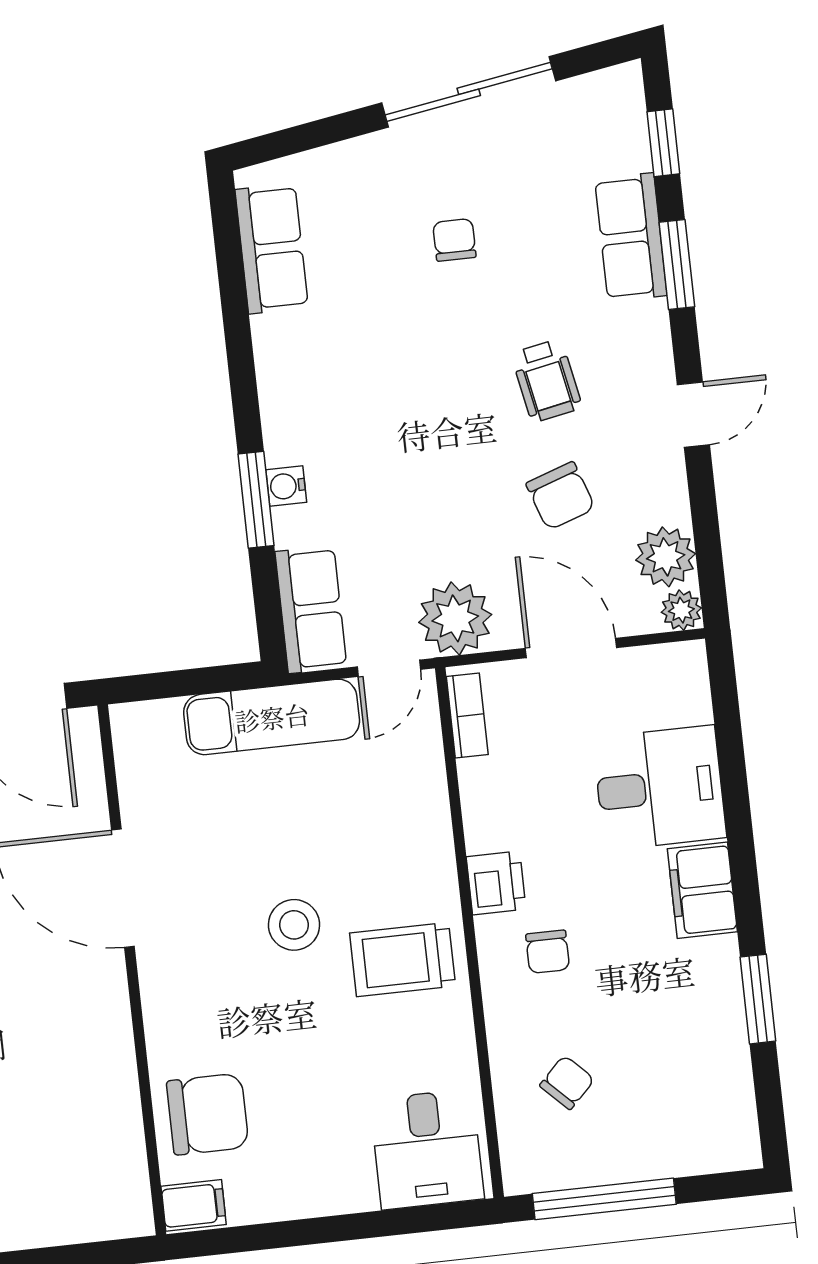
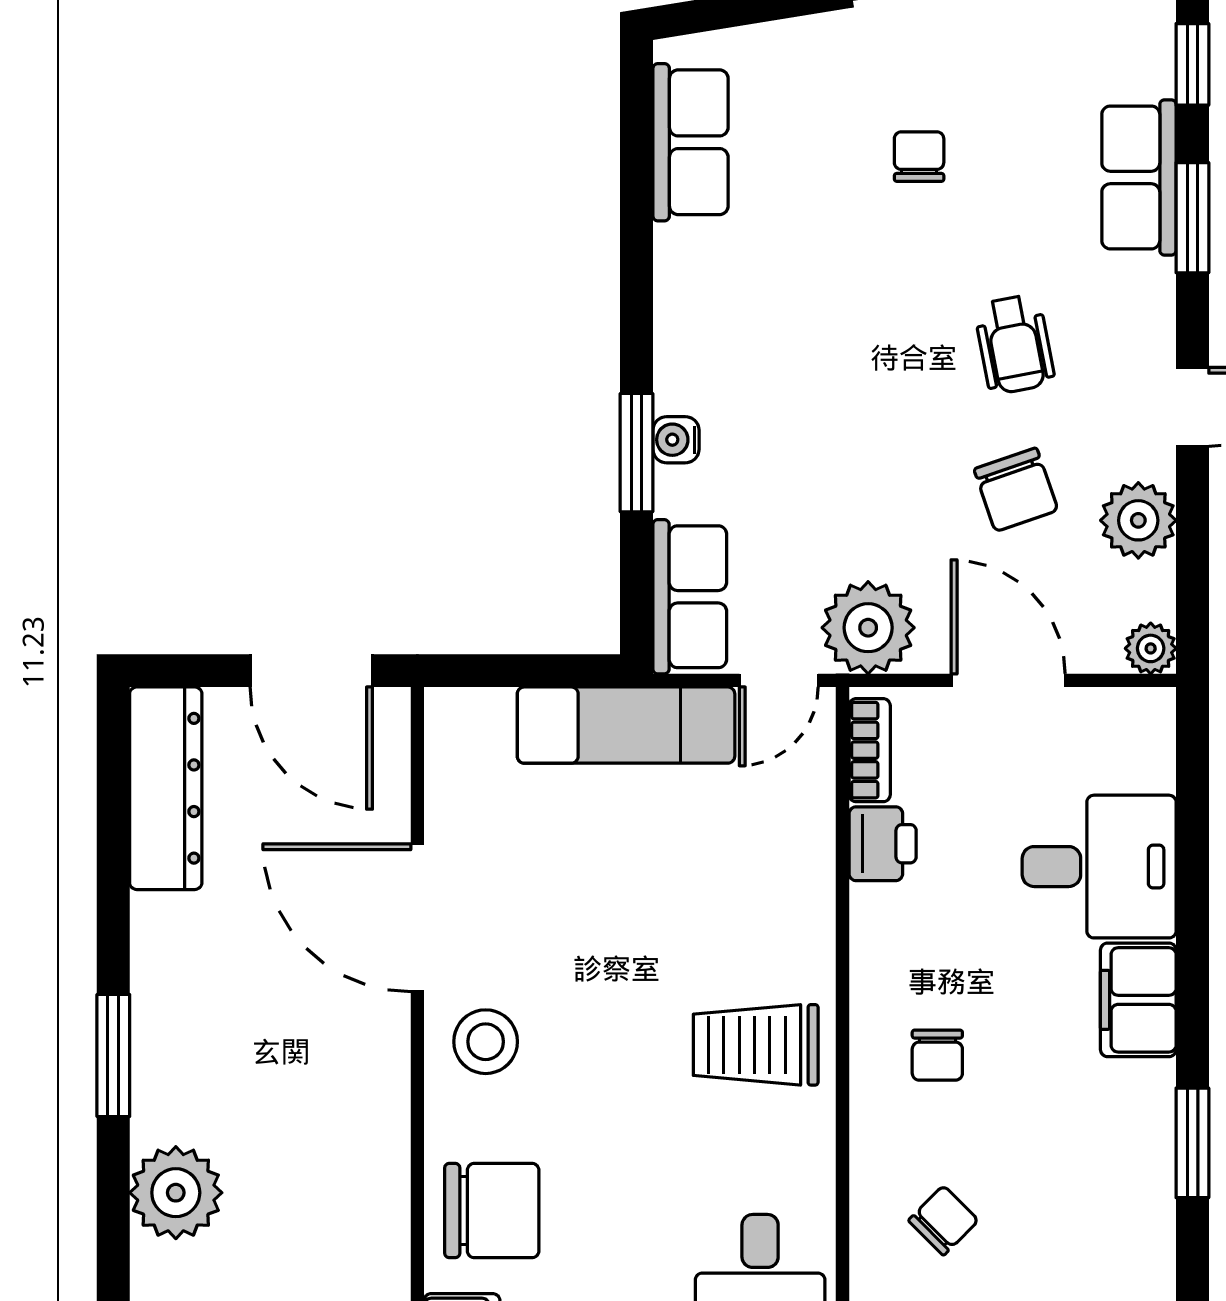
plant: (666, 557) -> (1138, 520), moved
printer: (496, 883) -> (883, 844), moved
stool: (294, 925) -> (486, 1042), moved

